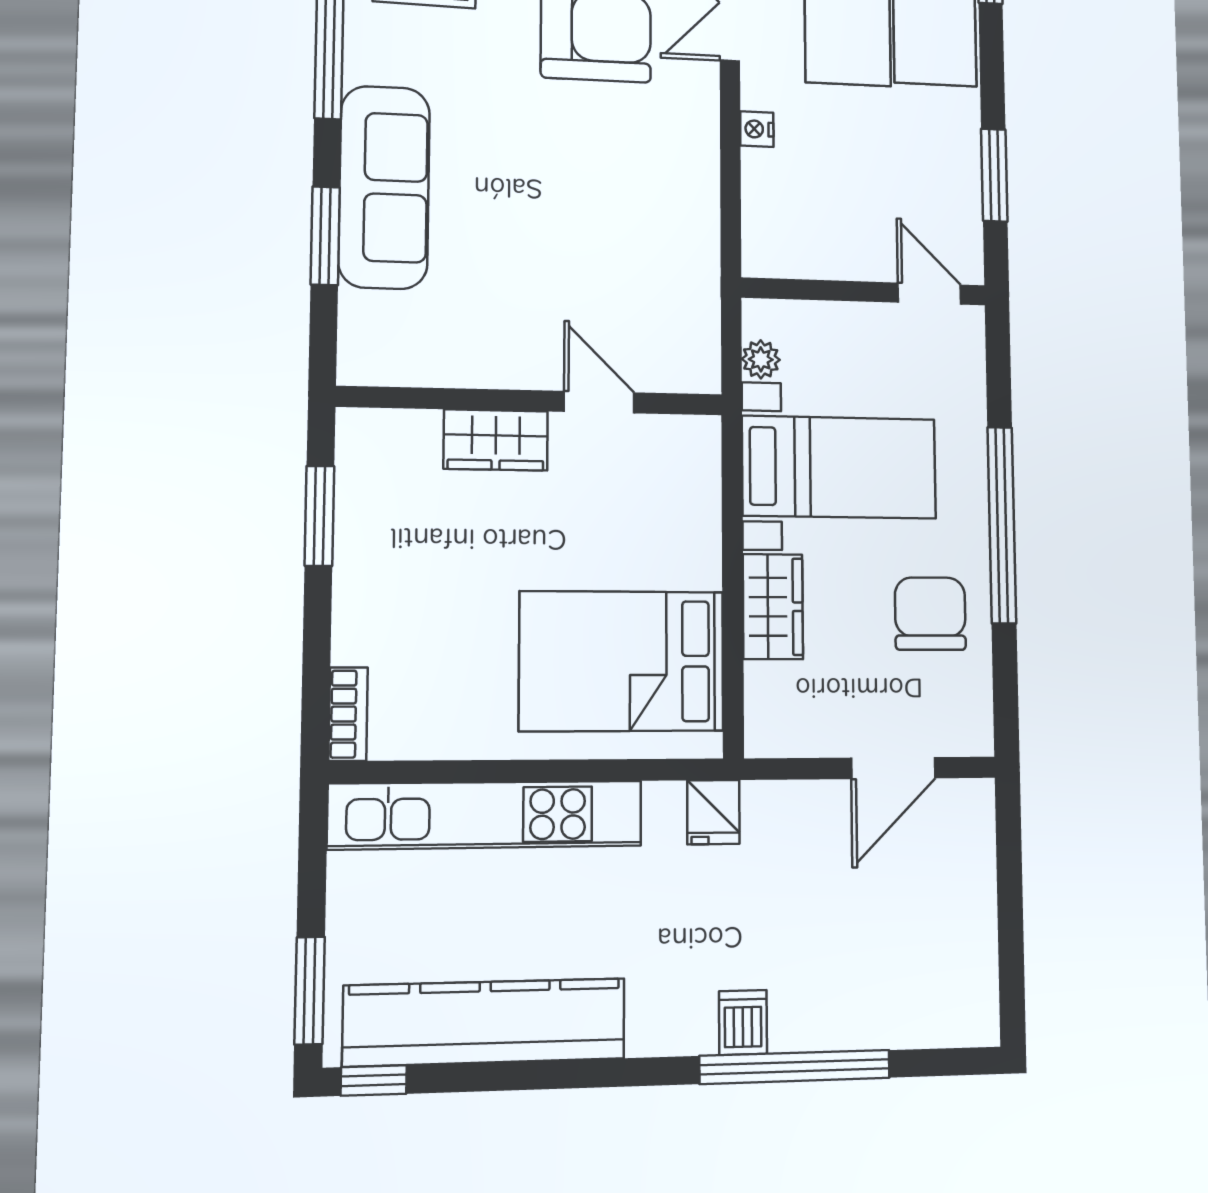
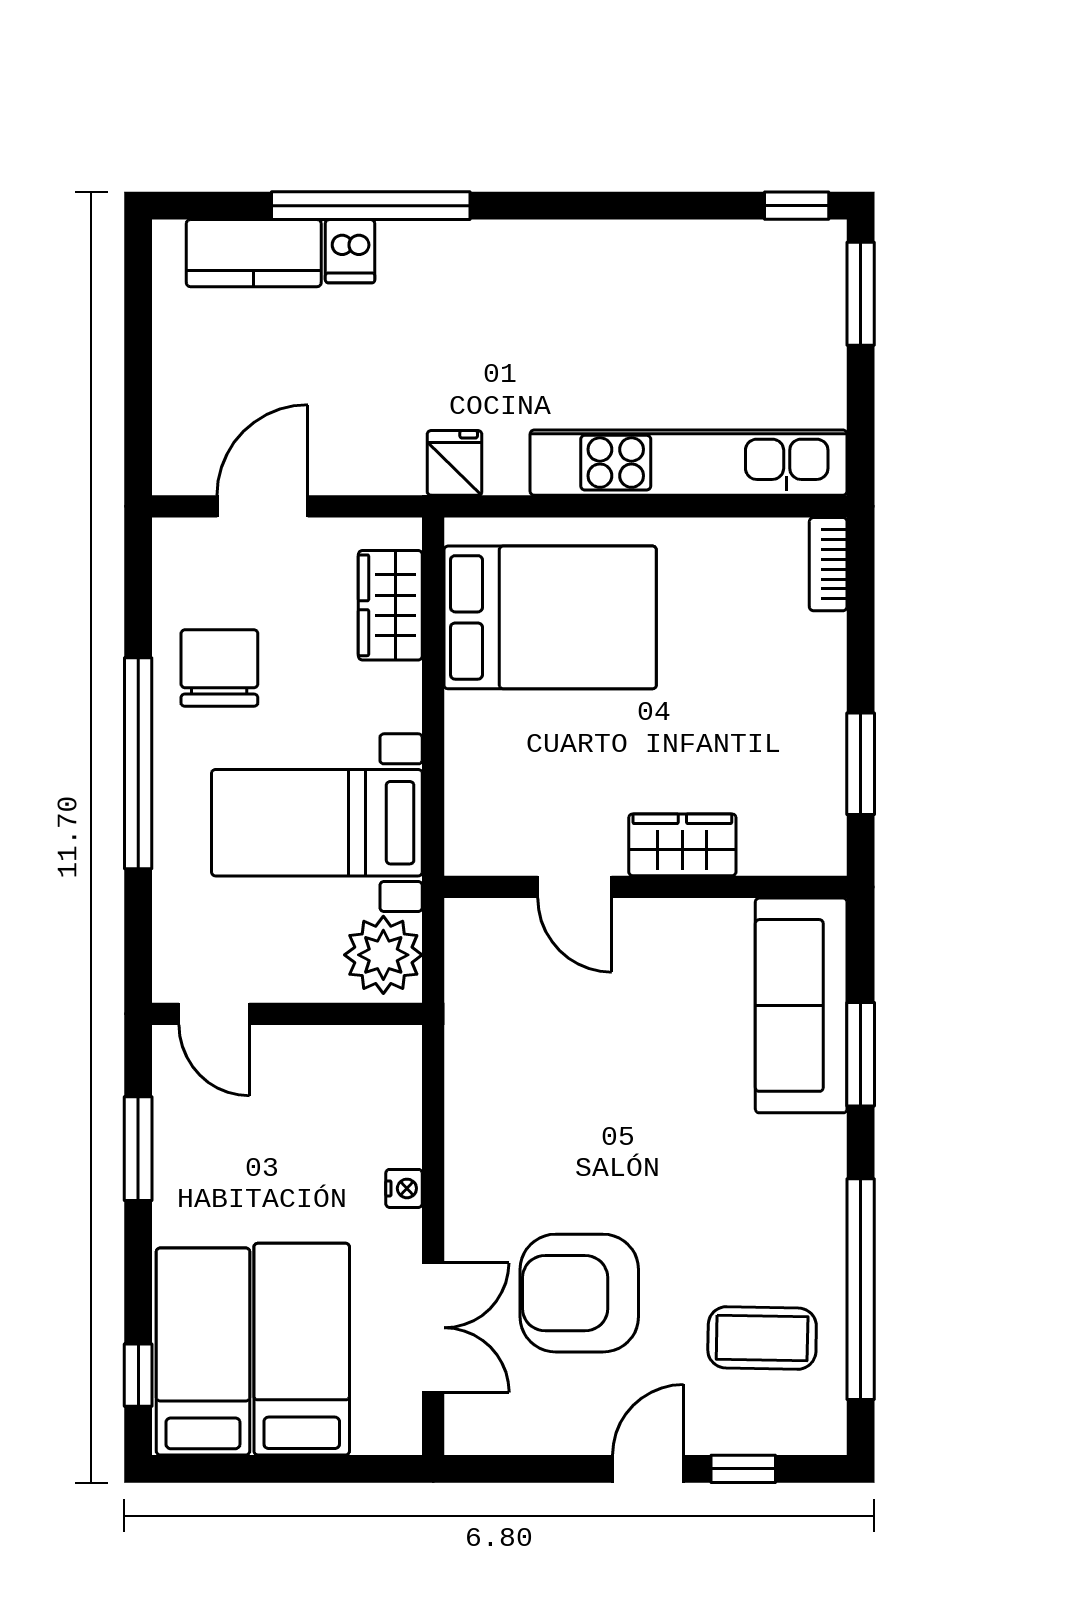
sofa: (384, 187) -> (801, 1005), moved
plant: (761, 359) -> (383, 955), width x1.87, depth x1.87
wardrobe: (773, 607) -> (390, 605), moved
chair: (930, 614) -> (219, 668), turned 180
kitchen counter: (485, 1022) -> (254, 253), moved, width x0.48, depth x0.86
dishwasher: (743, 1023) -> (350, 251), moved

